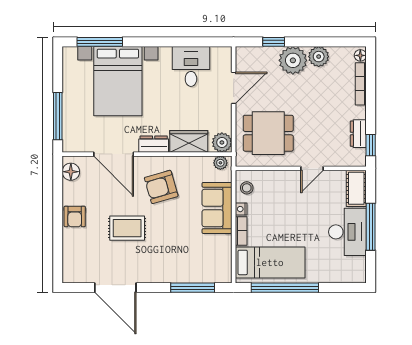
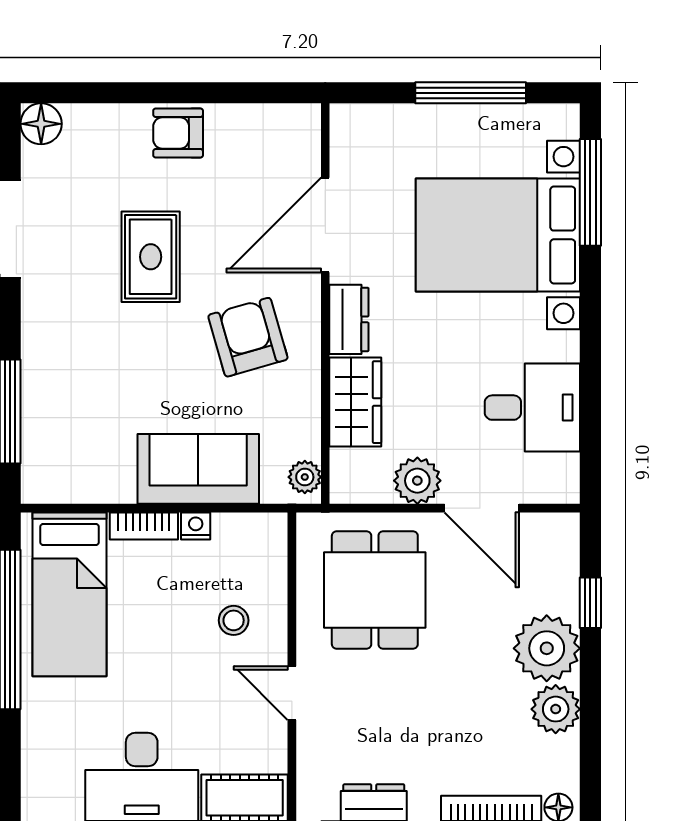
window: (58, 116) -> (471, 93), moved
plant: (222, 142) -> (417, 481), moved
floor lamp: (71, 172) -> (41, 124), moved
stool: (247, 188) -> (234, 620), moved

